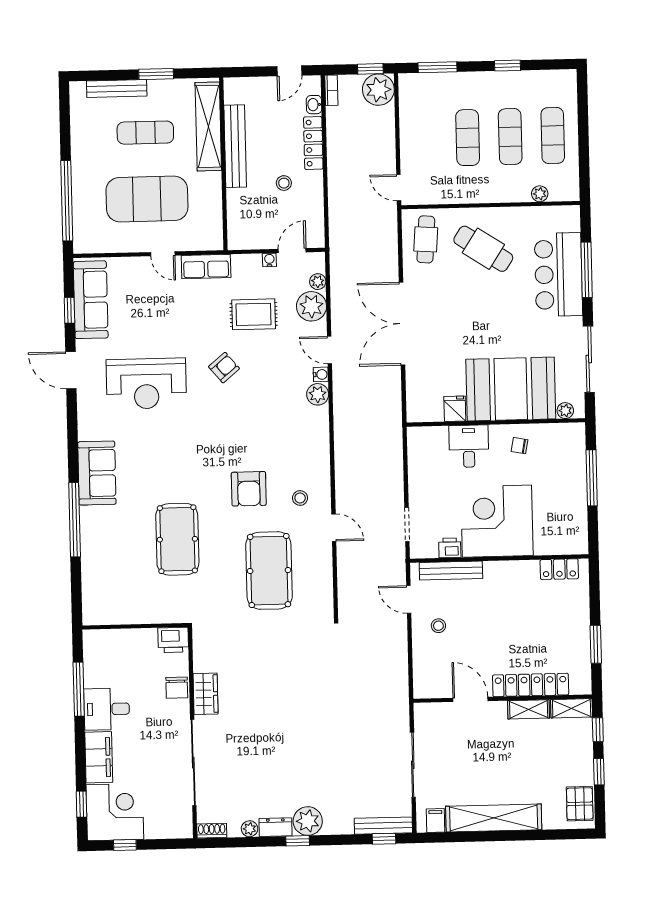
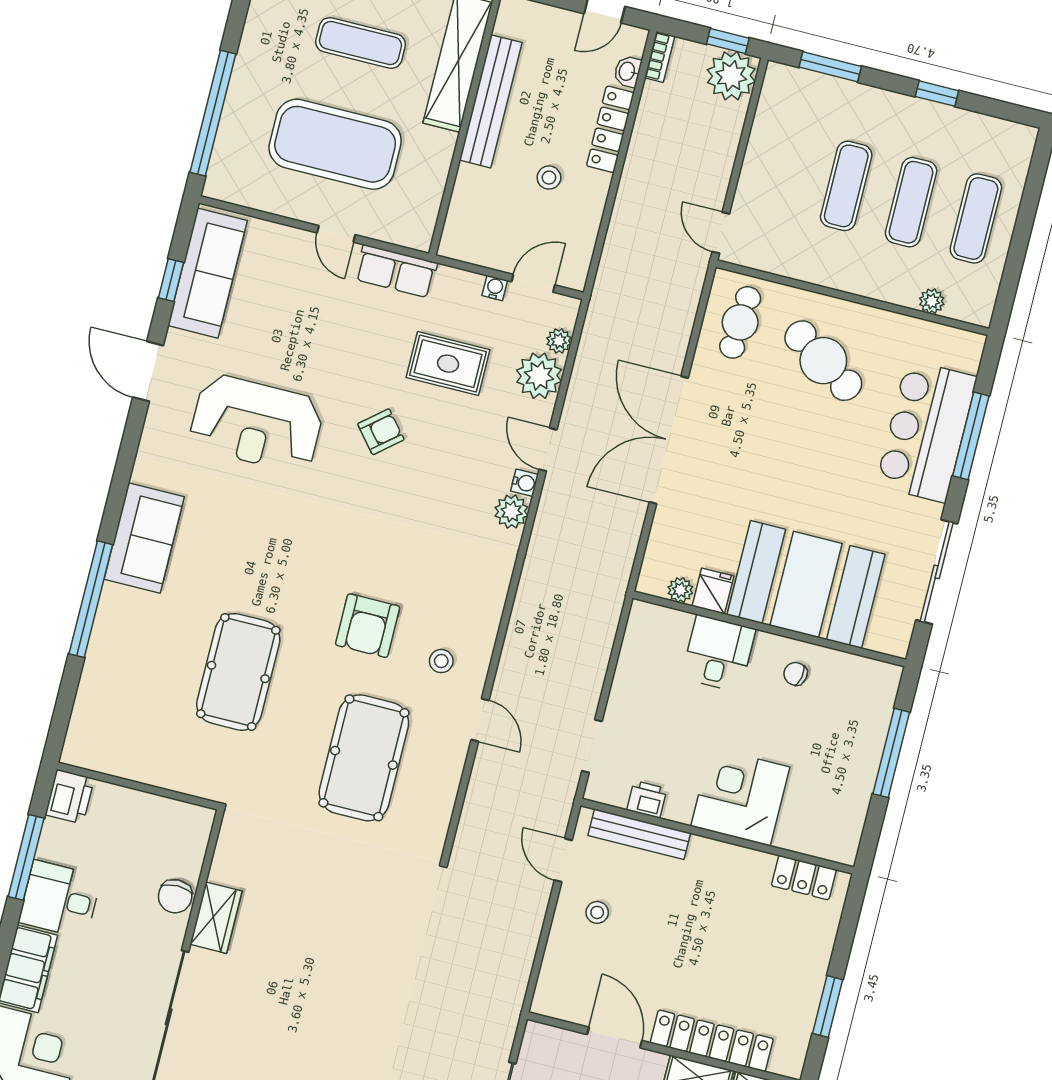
plant: (565, 411) -> (680, 590), moved
corner desk: (497, 521) -> (740, 797), width x0.74, depth x0.74
printer: (173, 640) -> (70, 797), moved, turned -90

